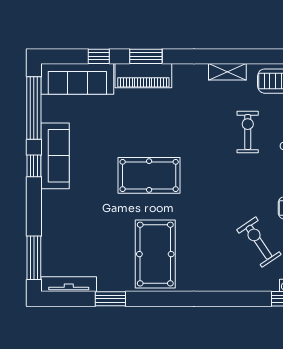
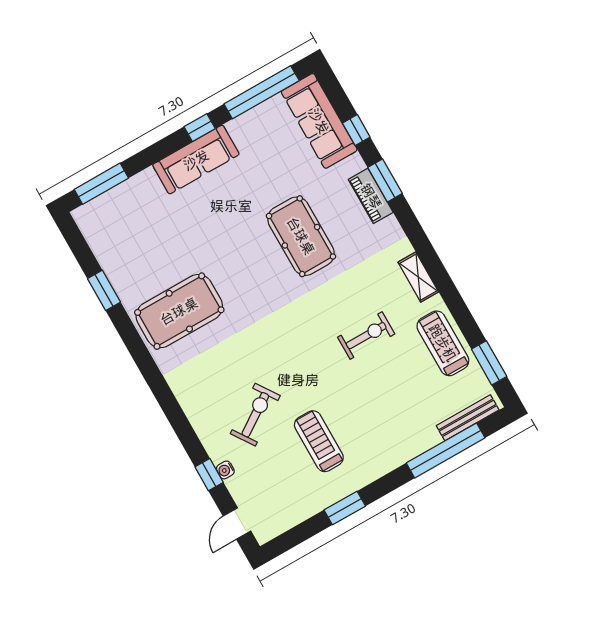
piano: (143, 76) -> (371, 196), width x0.73, depth x0.75
sofa: (55, 156) -> (196, 160), moved
pool table: (149, 175) -> (301, 236), moved
tv unit: (69, 284) -> (94, 237), removed

